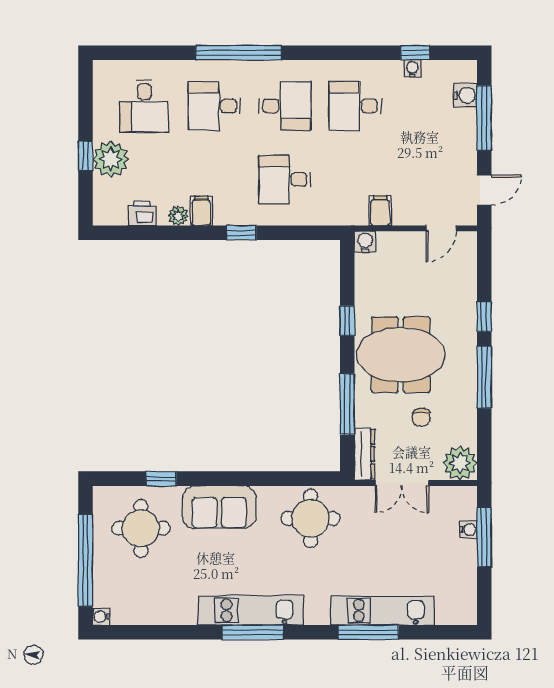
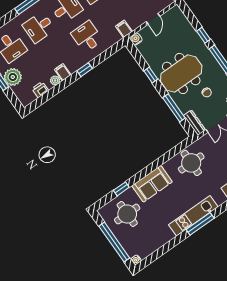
desk: (285, 180) -> (87, 37), turned 90
filing cabinet: (380, 211) -> (124, 29), moved
door: (441, 228) -> (153, 19), moved

